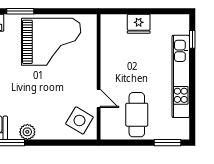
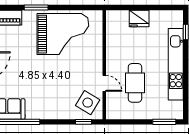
cafe table: (137, 115) -> (135, 83), moved
plant: (27, 132) -> (42, 113), removed
window: (75, 143) -> (83, 122), added

